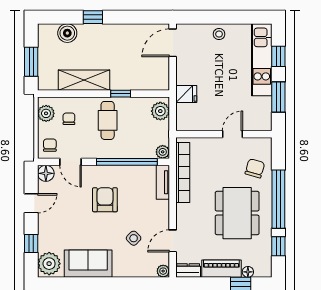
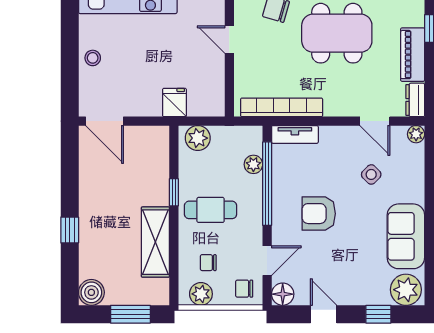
boiler: (67, 33) -> (91, 292), moved
plant: (163, 152) -> (253, 164), moved
floor lamp: (248, 272) -> (417, 18), removed

